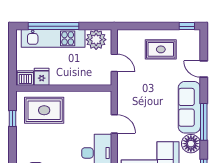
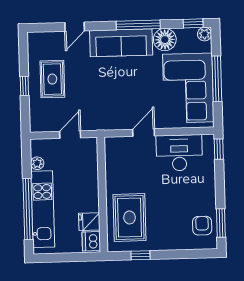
window: (187, 26) -> (24, 86), moved
plant: (96, 40) -> (37, 163), width x0.53, depth x0.53

